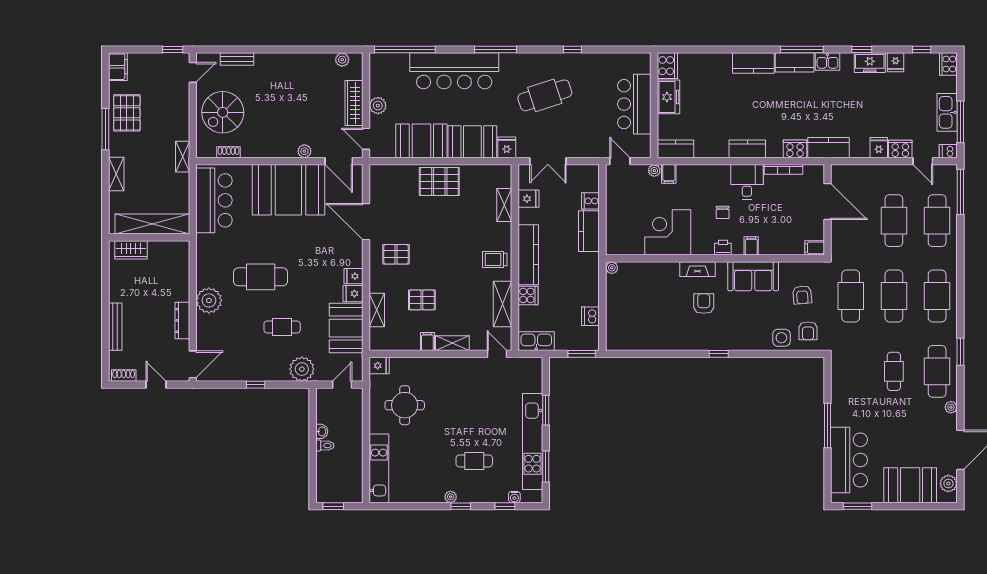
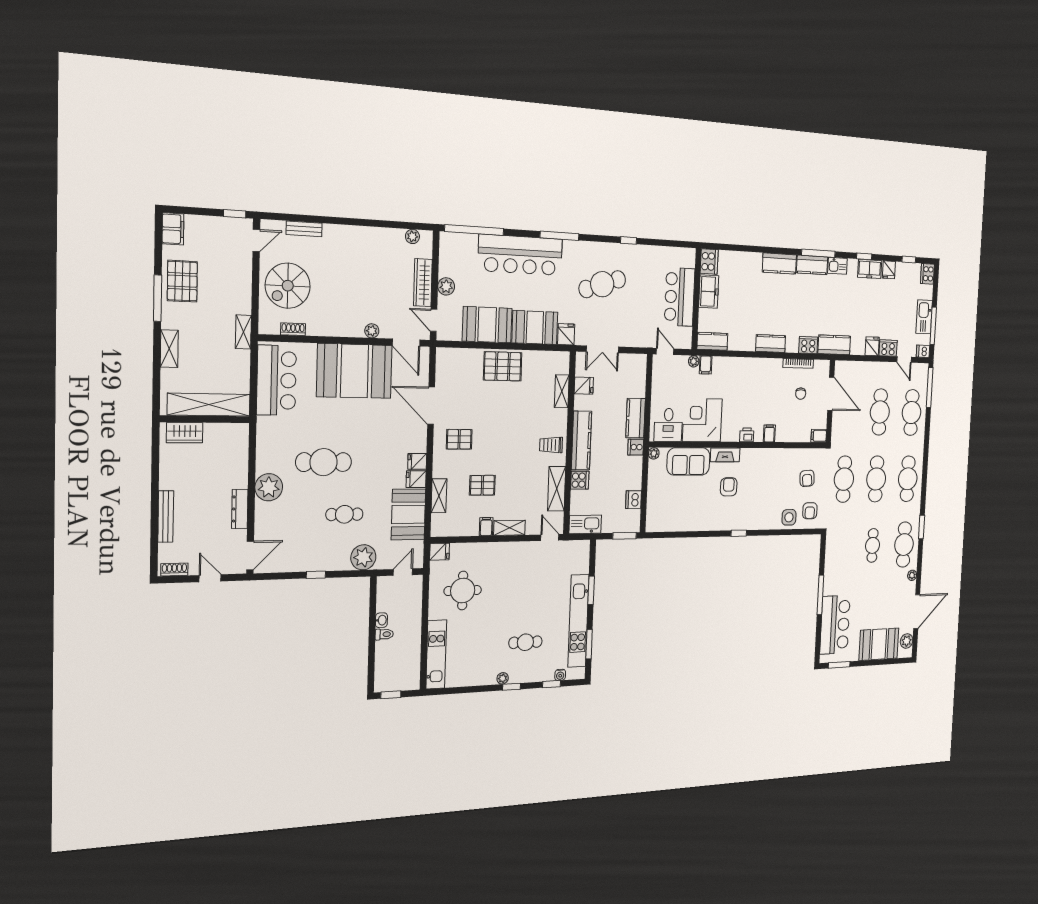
desk: (747, 182) -> (668, 425), moved, turned 180
cooker: (590, 201) -> (636, 447), moved
chair: (723, 212) -> (801, 394), moved
sofa: (753, 276) -> (688, 461), moved

